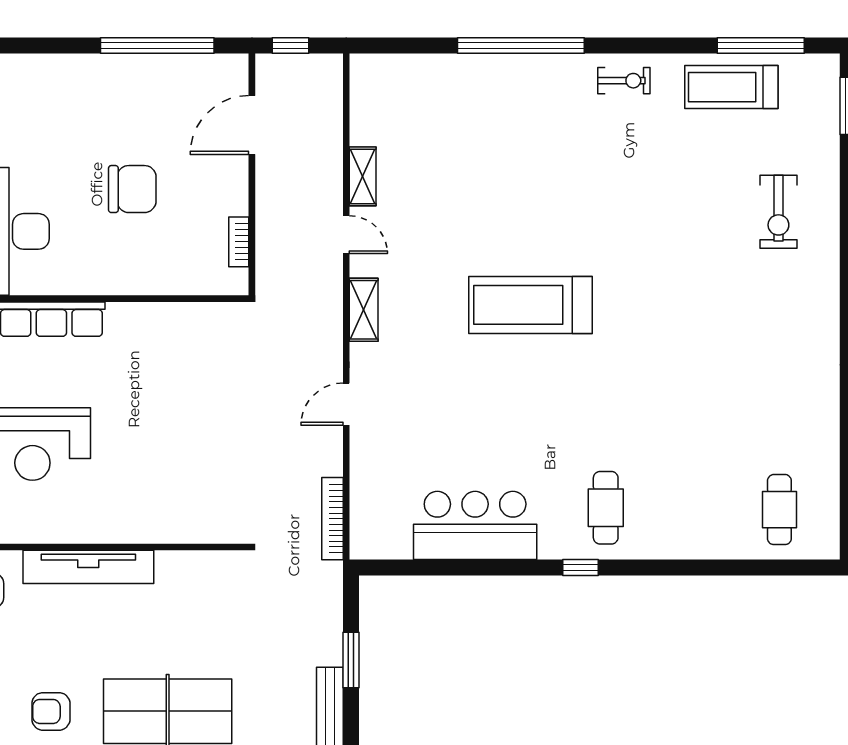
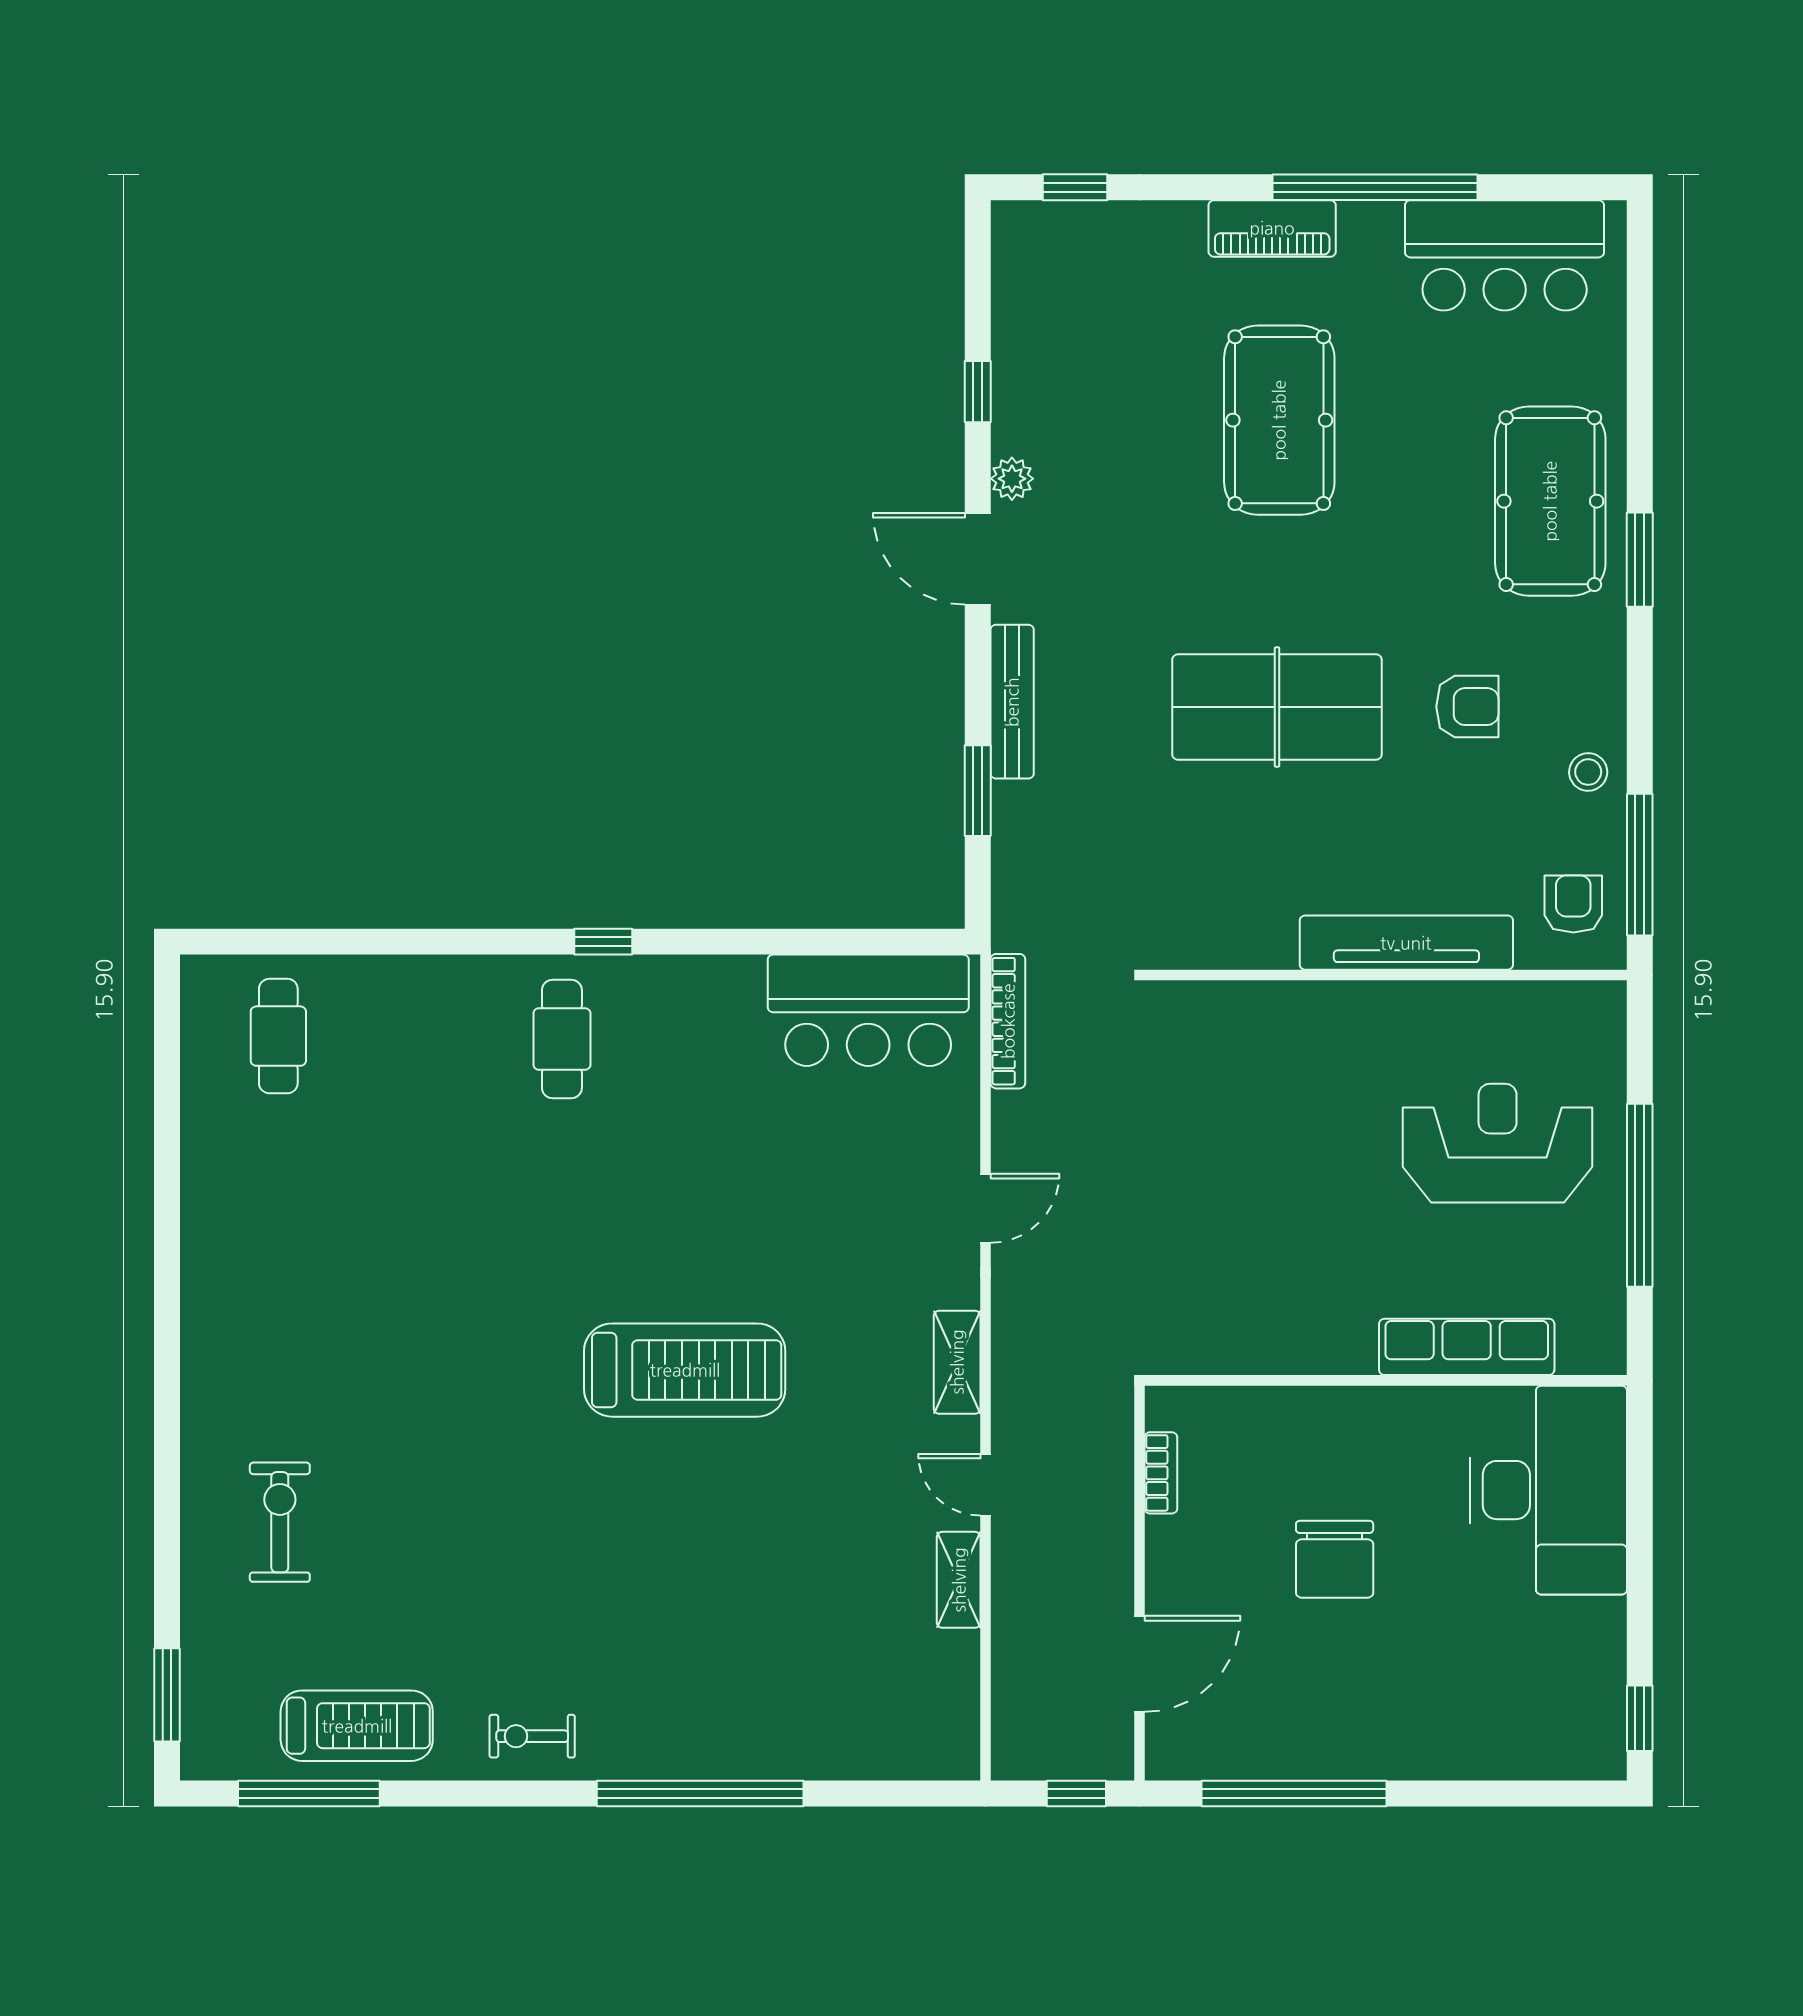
chair: (132, 189) -> (1335, 1559), turned -90
bar counter: (475, 525) -> (868, 1010), moved

